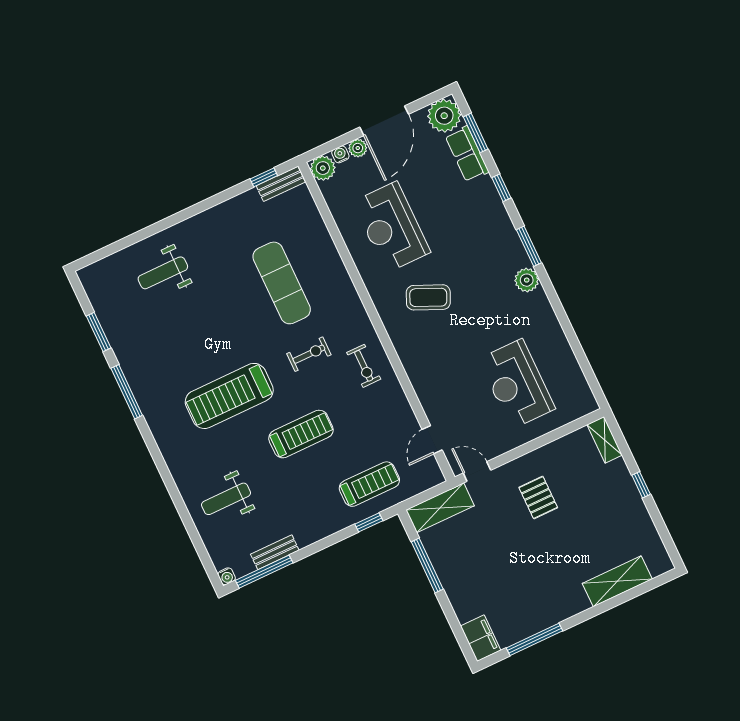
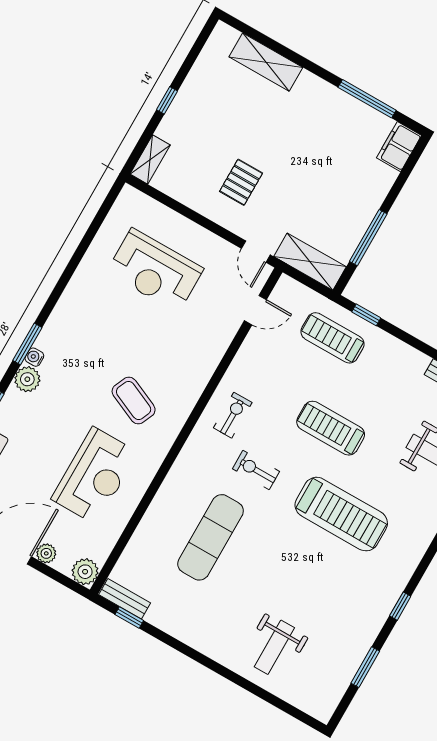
water cooler: (340, 154) -> (34, 357), moved, turned 90
weight bench: (163, 273) -> (274, 647), turned 90
plant: (527, 280) -> (27, 379), moved
reception desk: (517, 384) -> (155, 270), turned 90
window: (127, 392) -> (400, 606), width x0.46

